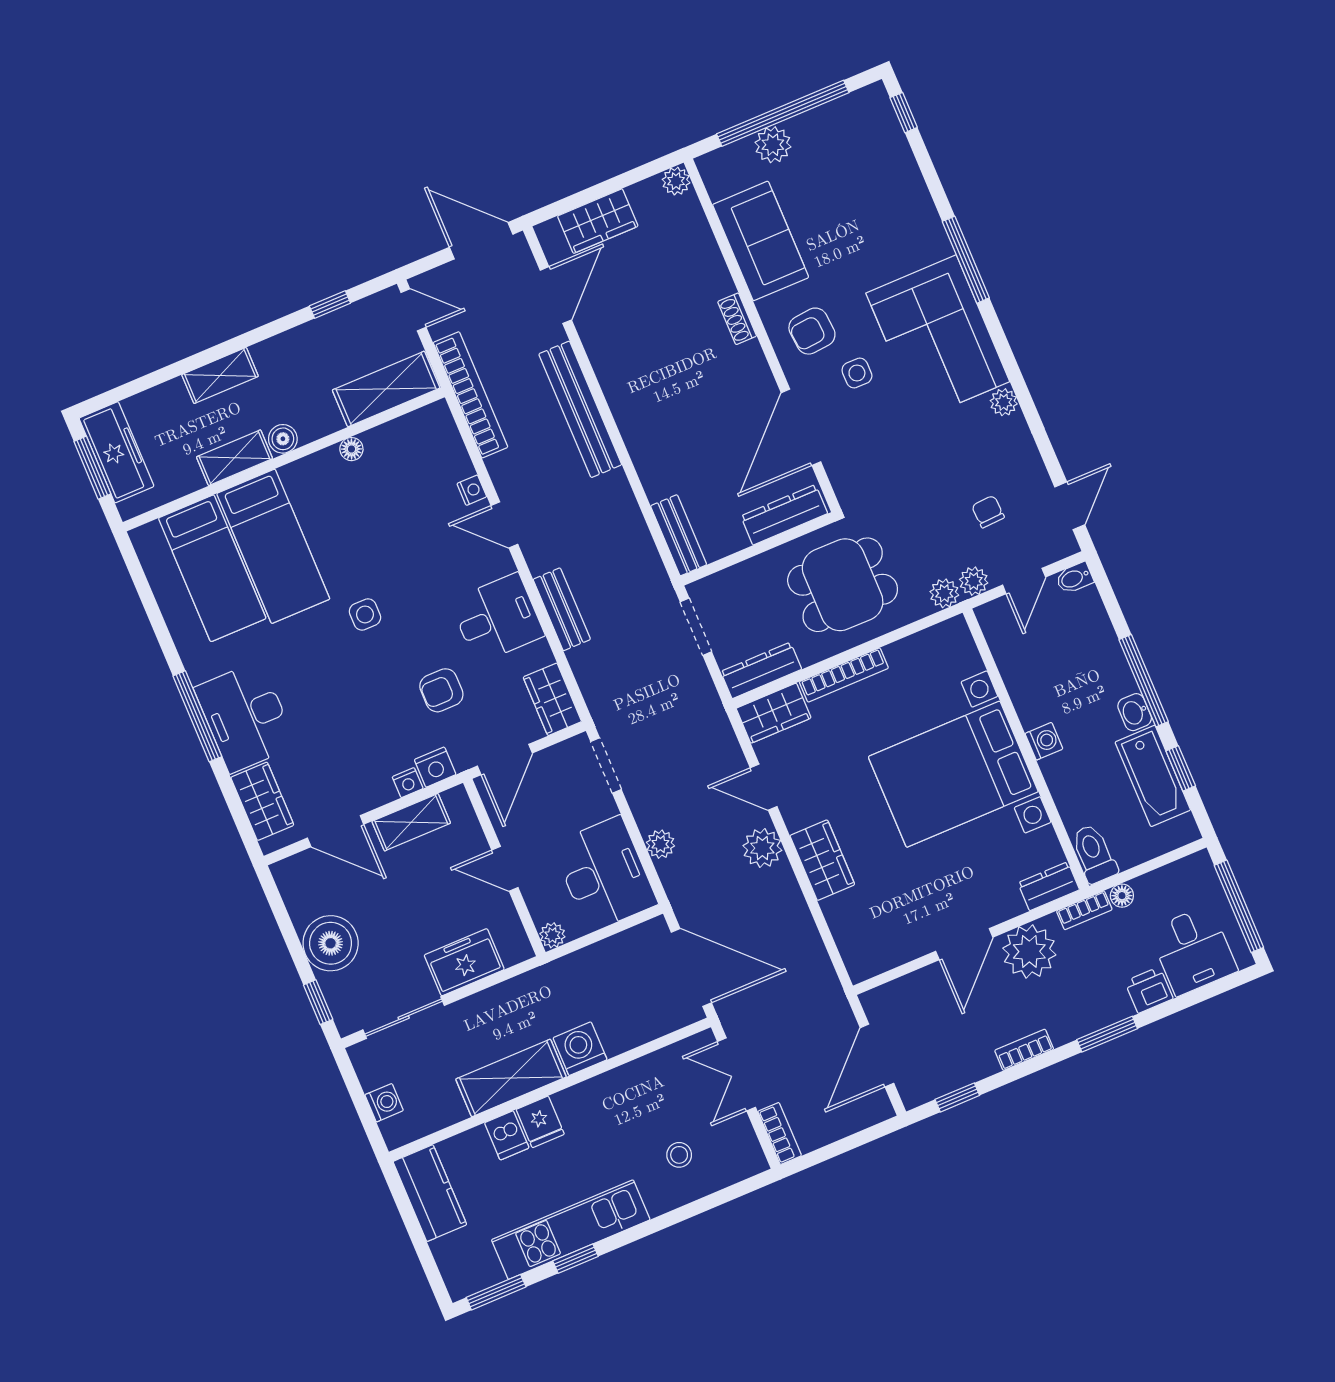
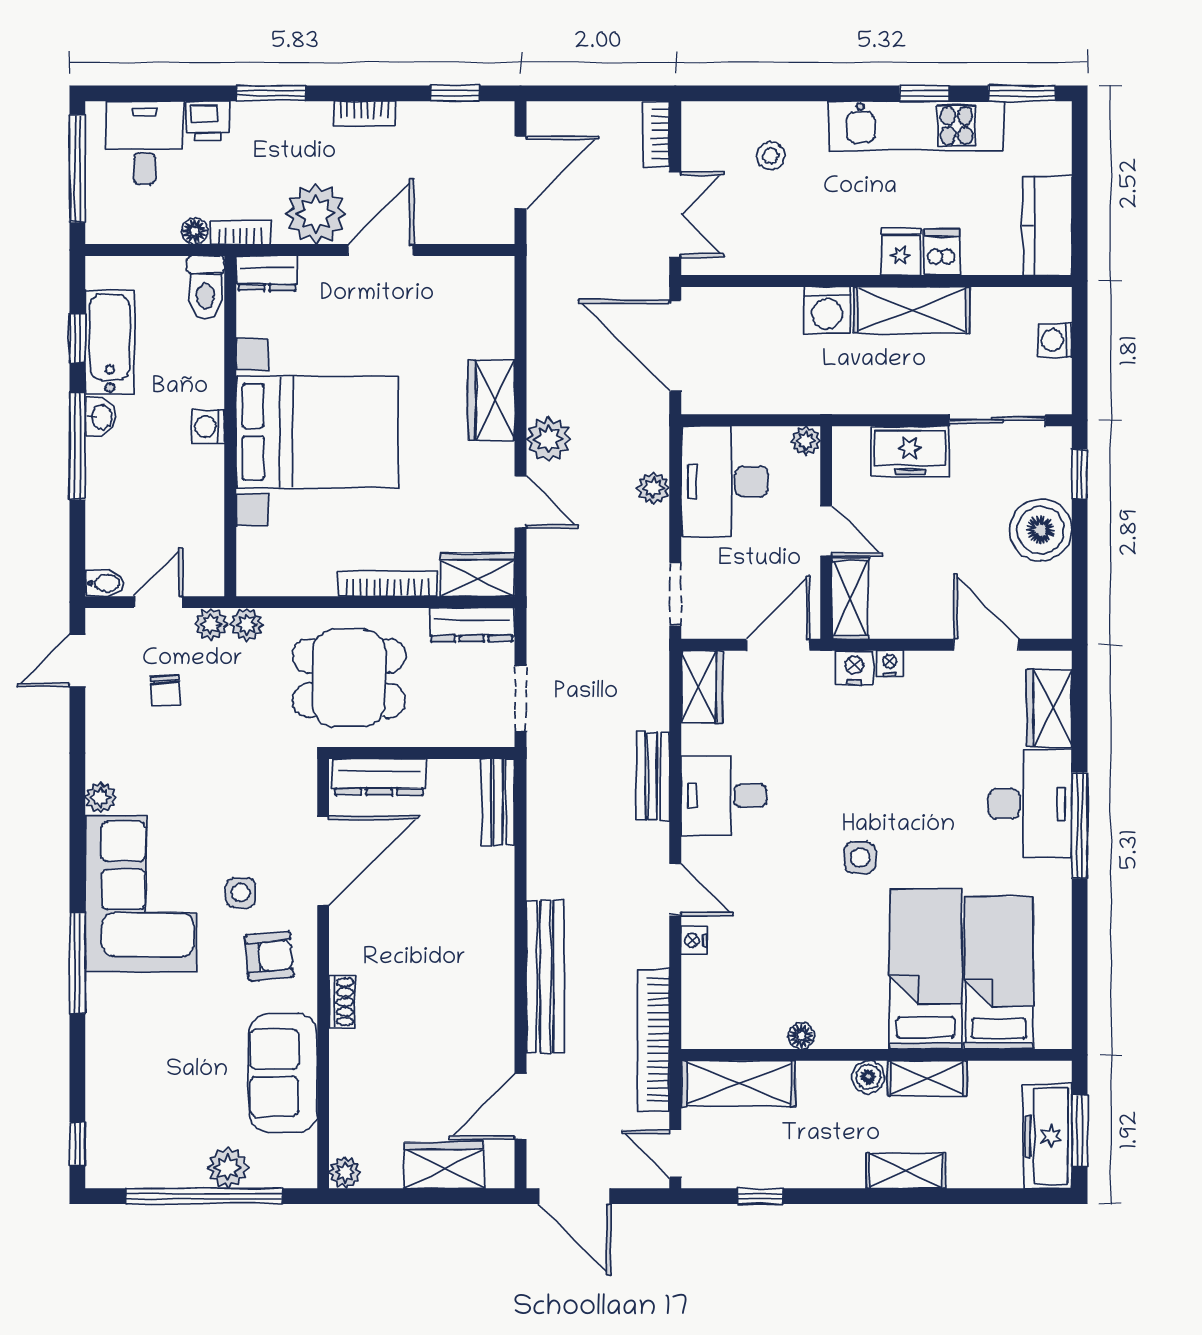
armchair: (441, 690) -> (814, 745), removed
shelving: (411, 822) -> (850, 598), moved, turned 90

